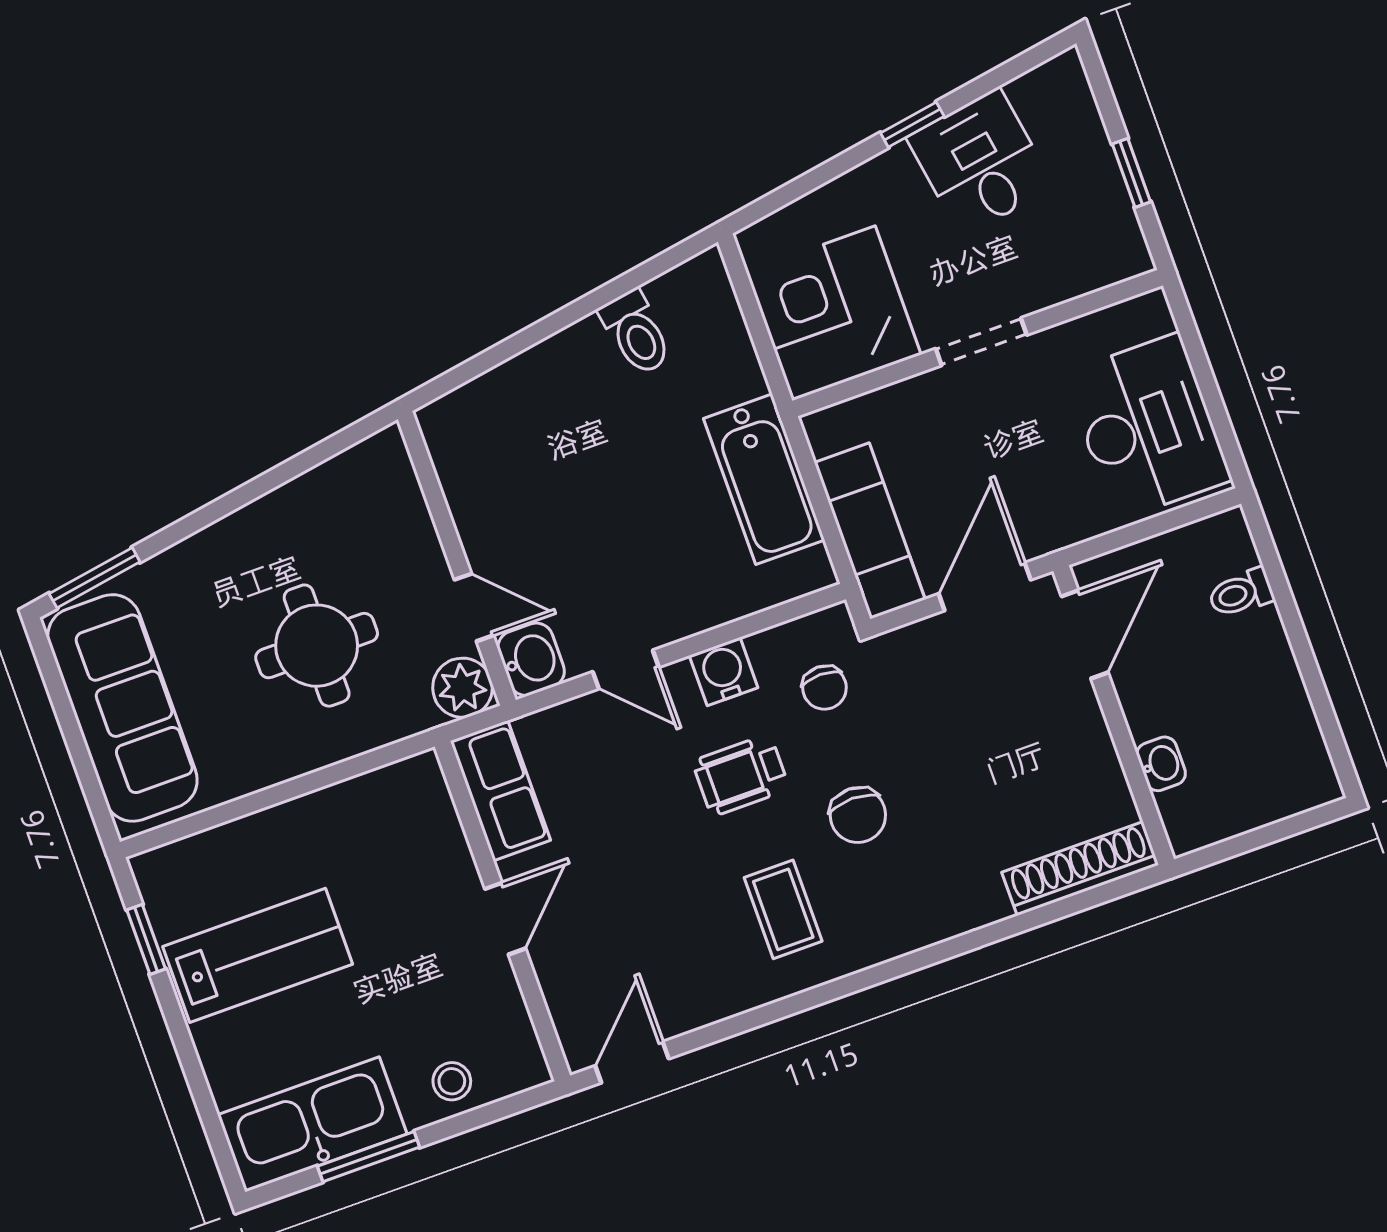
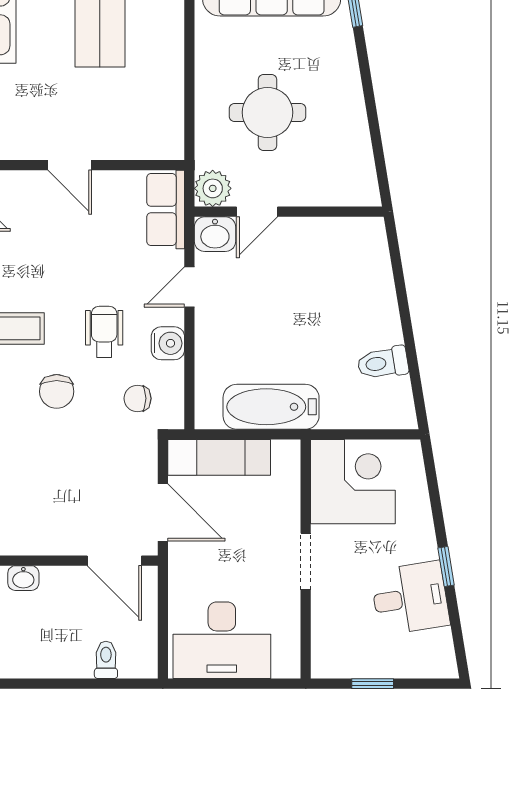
row of seats: (500, 791) -> (166, 210), moved, turned 90
chair: (858, 815) -> (57, 391), turned -90

